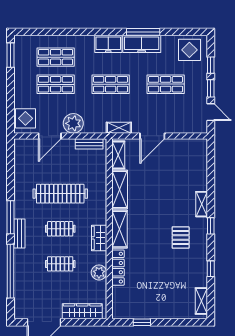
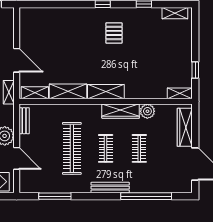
shelving: (202, 204) -> (180, 93), moved
window: (10, 217) -> (55, 196), moved
bench: (19, 234) -> (110, 188), width x1.36
wardrobe: (99, 238) -> (121, 111), width x1.50
pallet: (181, 238) -> (114, 33), turned 90
locker: (118, 268) -> (143, 93), removed

